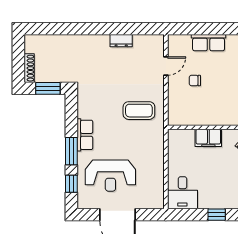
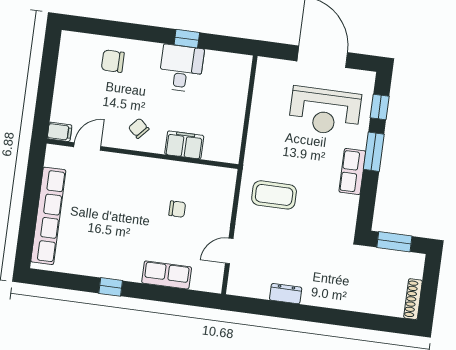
shoe rack: (29, 68) -> (413, 299), moved
chair: (195, 81) -> (177, 209), moved
reception desk: (110, 176) -> (325, 111), turned 180
desk: (182, 193) -> (181, 68), moved

